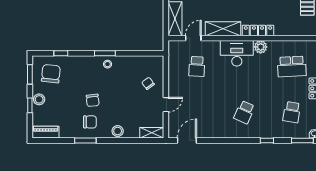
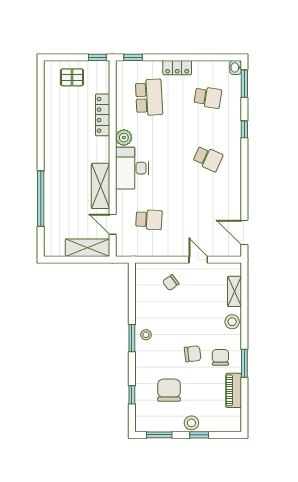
locker: (258, 30) -> (103, 115), moved
chair: (51, 74) -> (169, 390), moved, turned 84
piano: (46, 132) -> (234, 390), moved
shelving: (152, 133) -> (234, 291), moved

